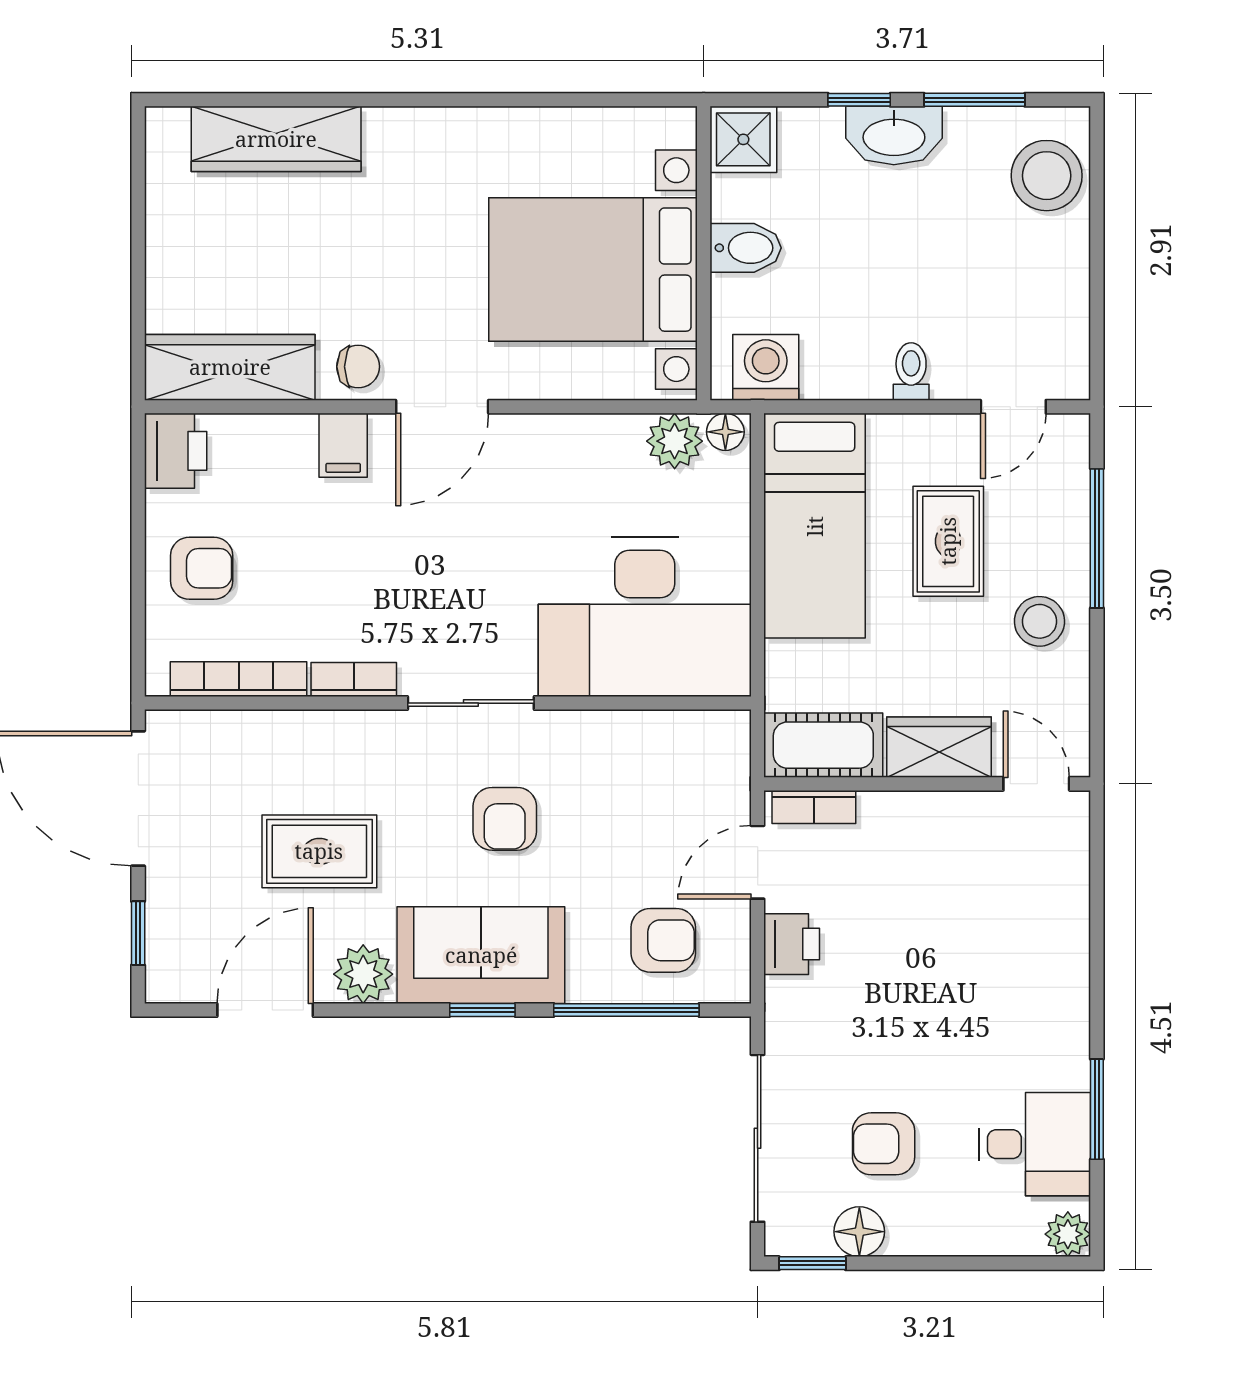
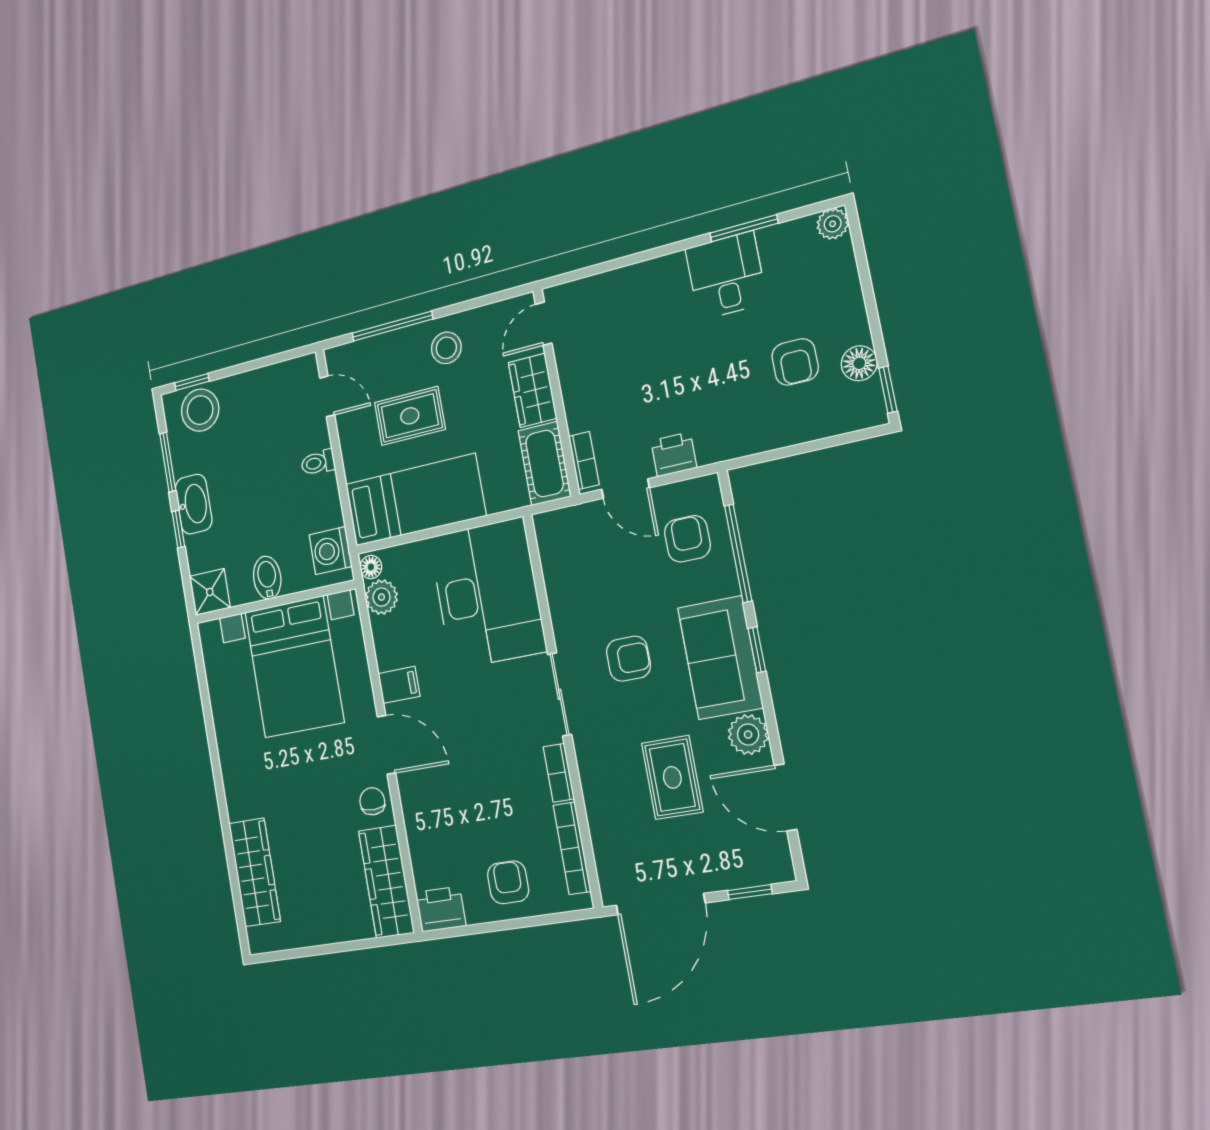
window: (1097, 169) -> (192, 382), added
filing cabinet: (343, 445) -> (399, 685), moved
sliding door: (758, 1138) -> (808, 447), removed
desk: (1035, 1144) -> (726, 276), moved

